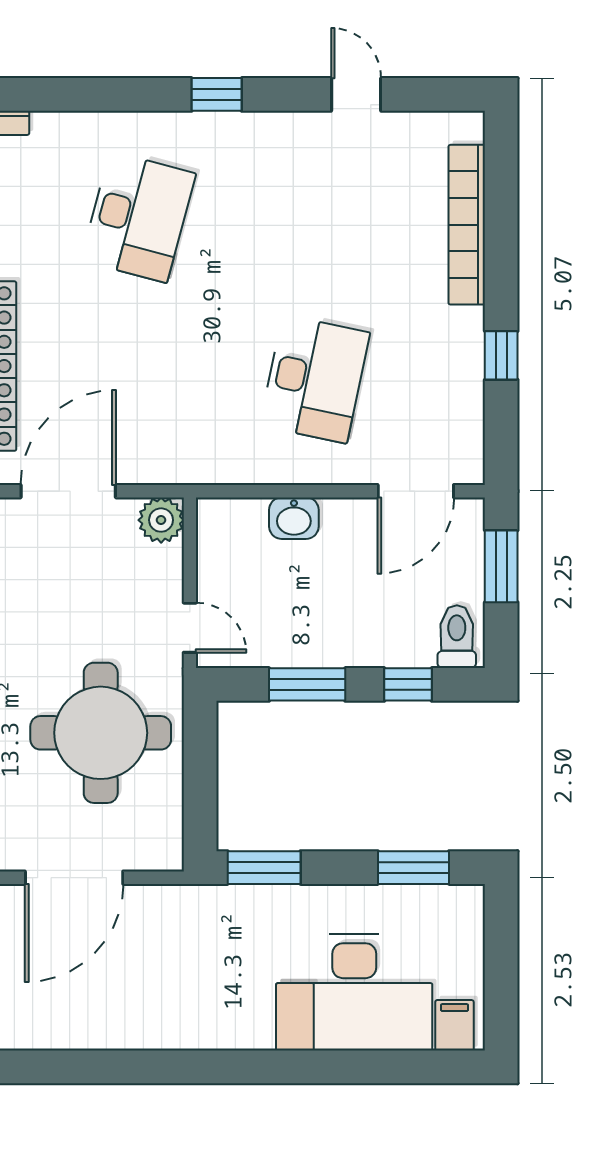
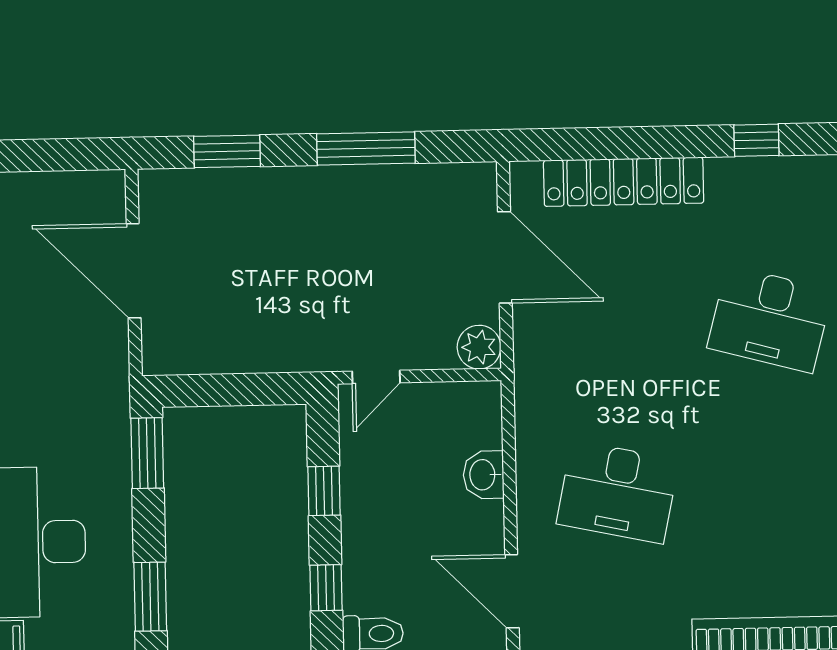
window: (307, 684) -> (324, 491), width x0.67
round table: (101, 733) -> (273, 293), removed

